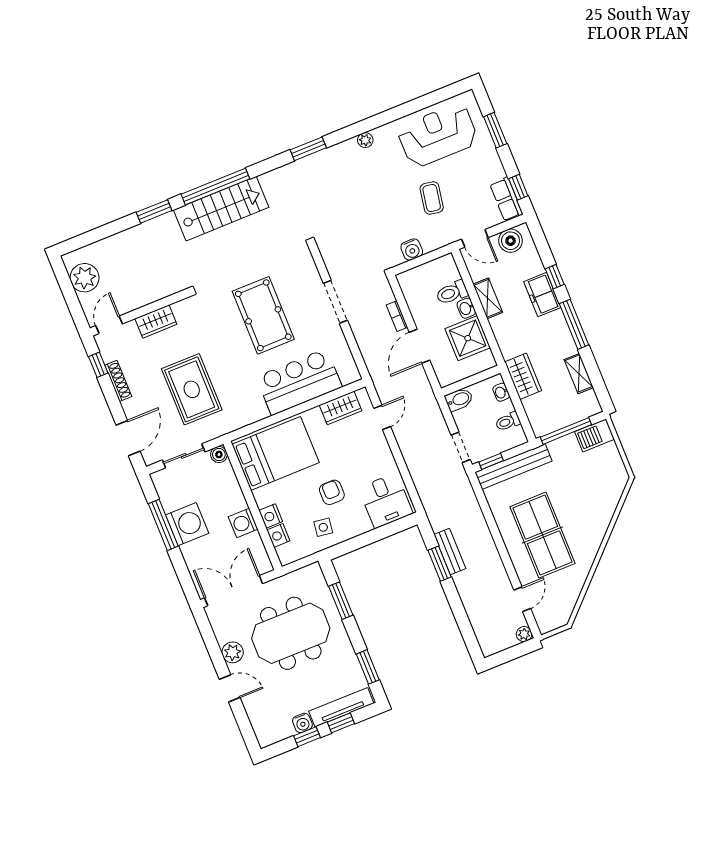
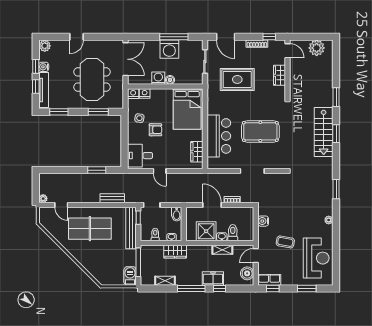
window: (215, 187) -> (336, 134), width x0.47
door: (382, 417) -> (160, 171), moved
boiler: (219, 455) -> (170, 80), moved
nightstand: (271, 516) -> (133, 94), moved
bench: (450, 552) -> (112, 198), moved
plant: (233, 652) -> (45, 46), moved

